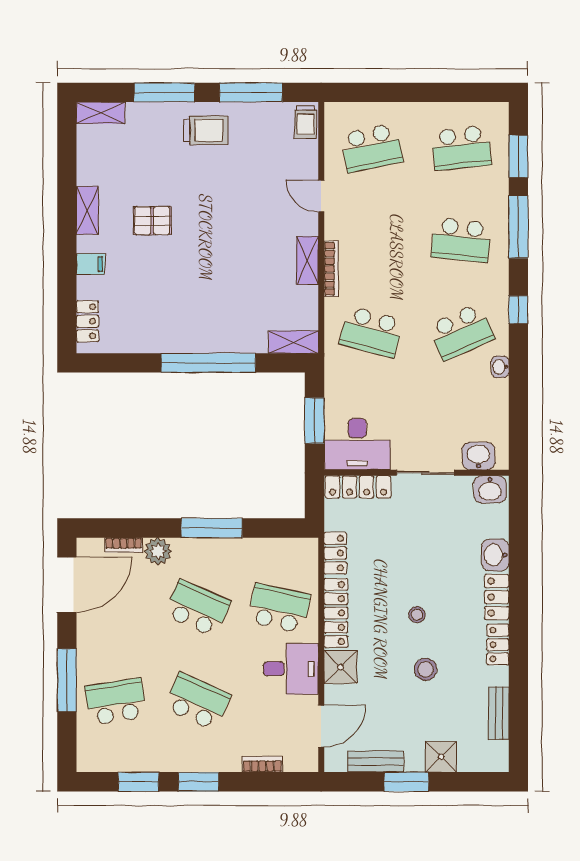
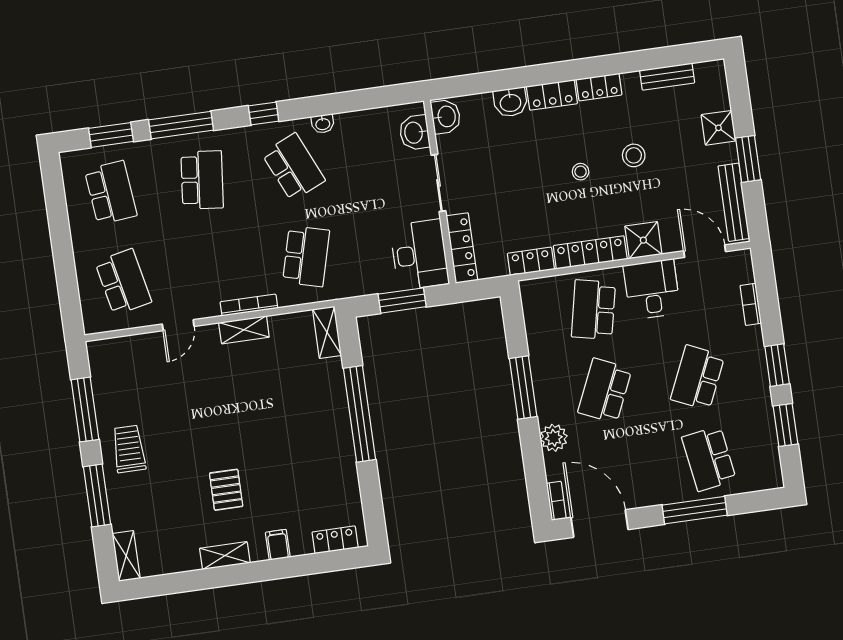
trolley: (305, 122) -> (107, 351), removed
bookcase: (124, 545) -> (556, 501), moved
bench: (376, 762) -> (734, 202), width x1.36

